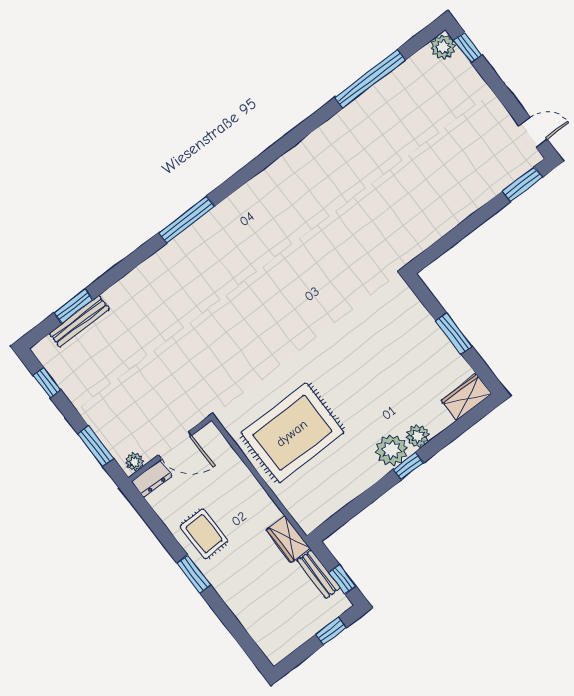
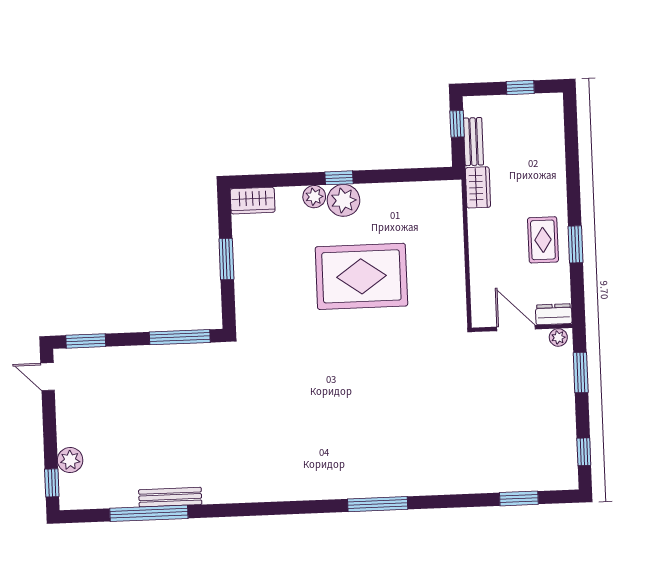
plant: (443, 47) -> (70, 460), moved
window: (447, 242) -> (180, 337), added
bench: (79, 321) -> (170, 497), moved
rug: (292, 433) -> (361, 276), moved
window: (194, 574) -> (576, 244), moved
window: (331, 631) -> (520, 87), moved

